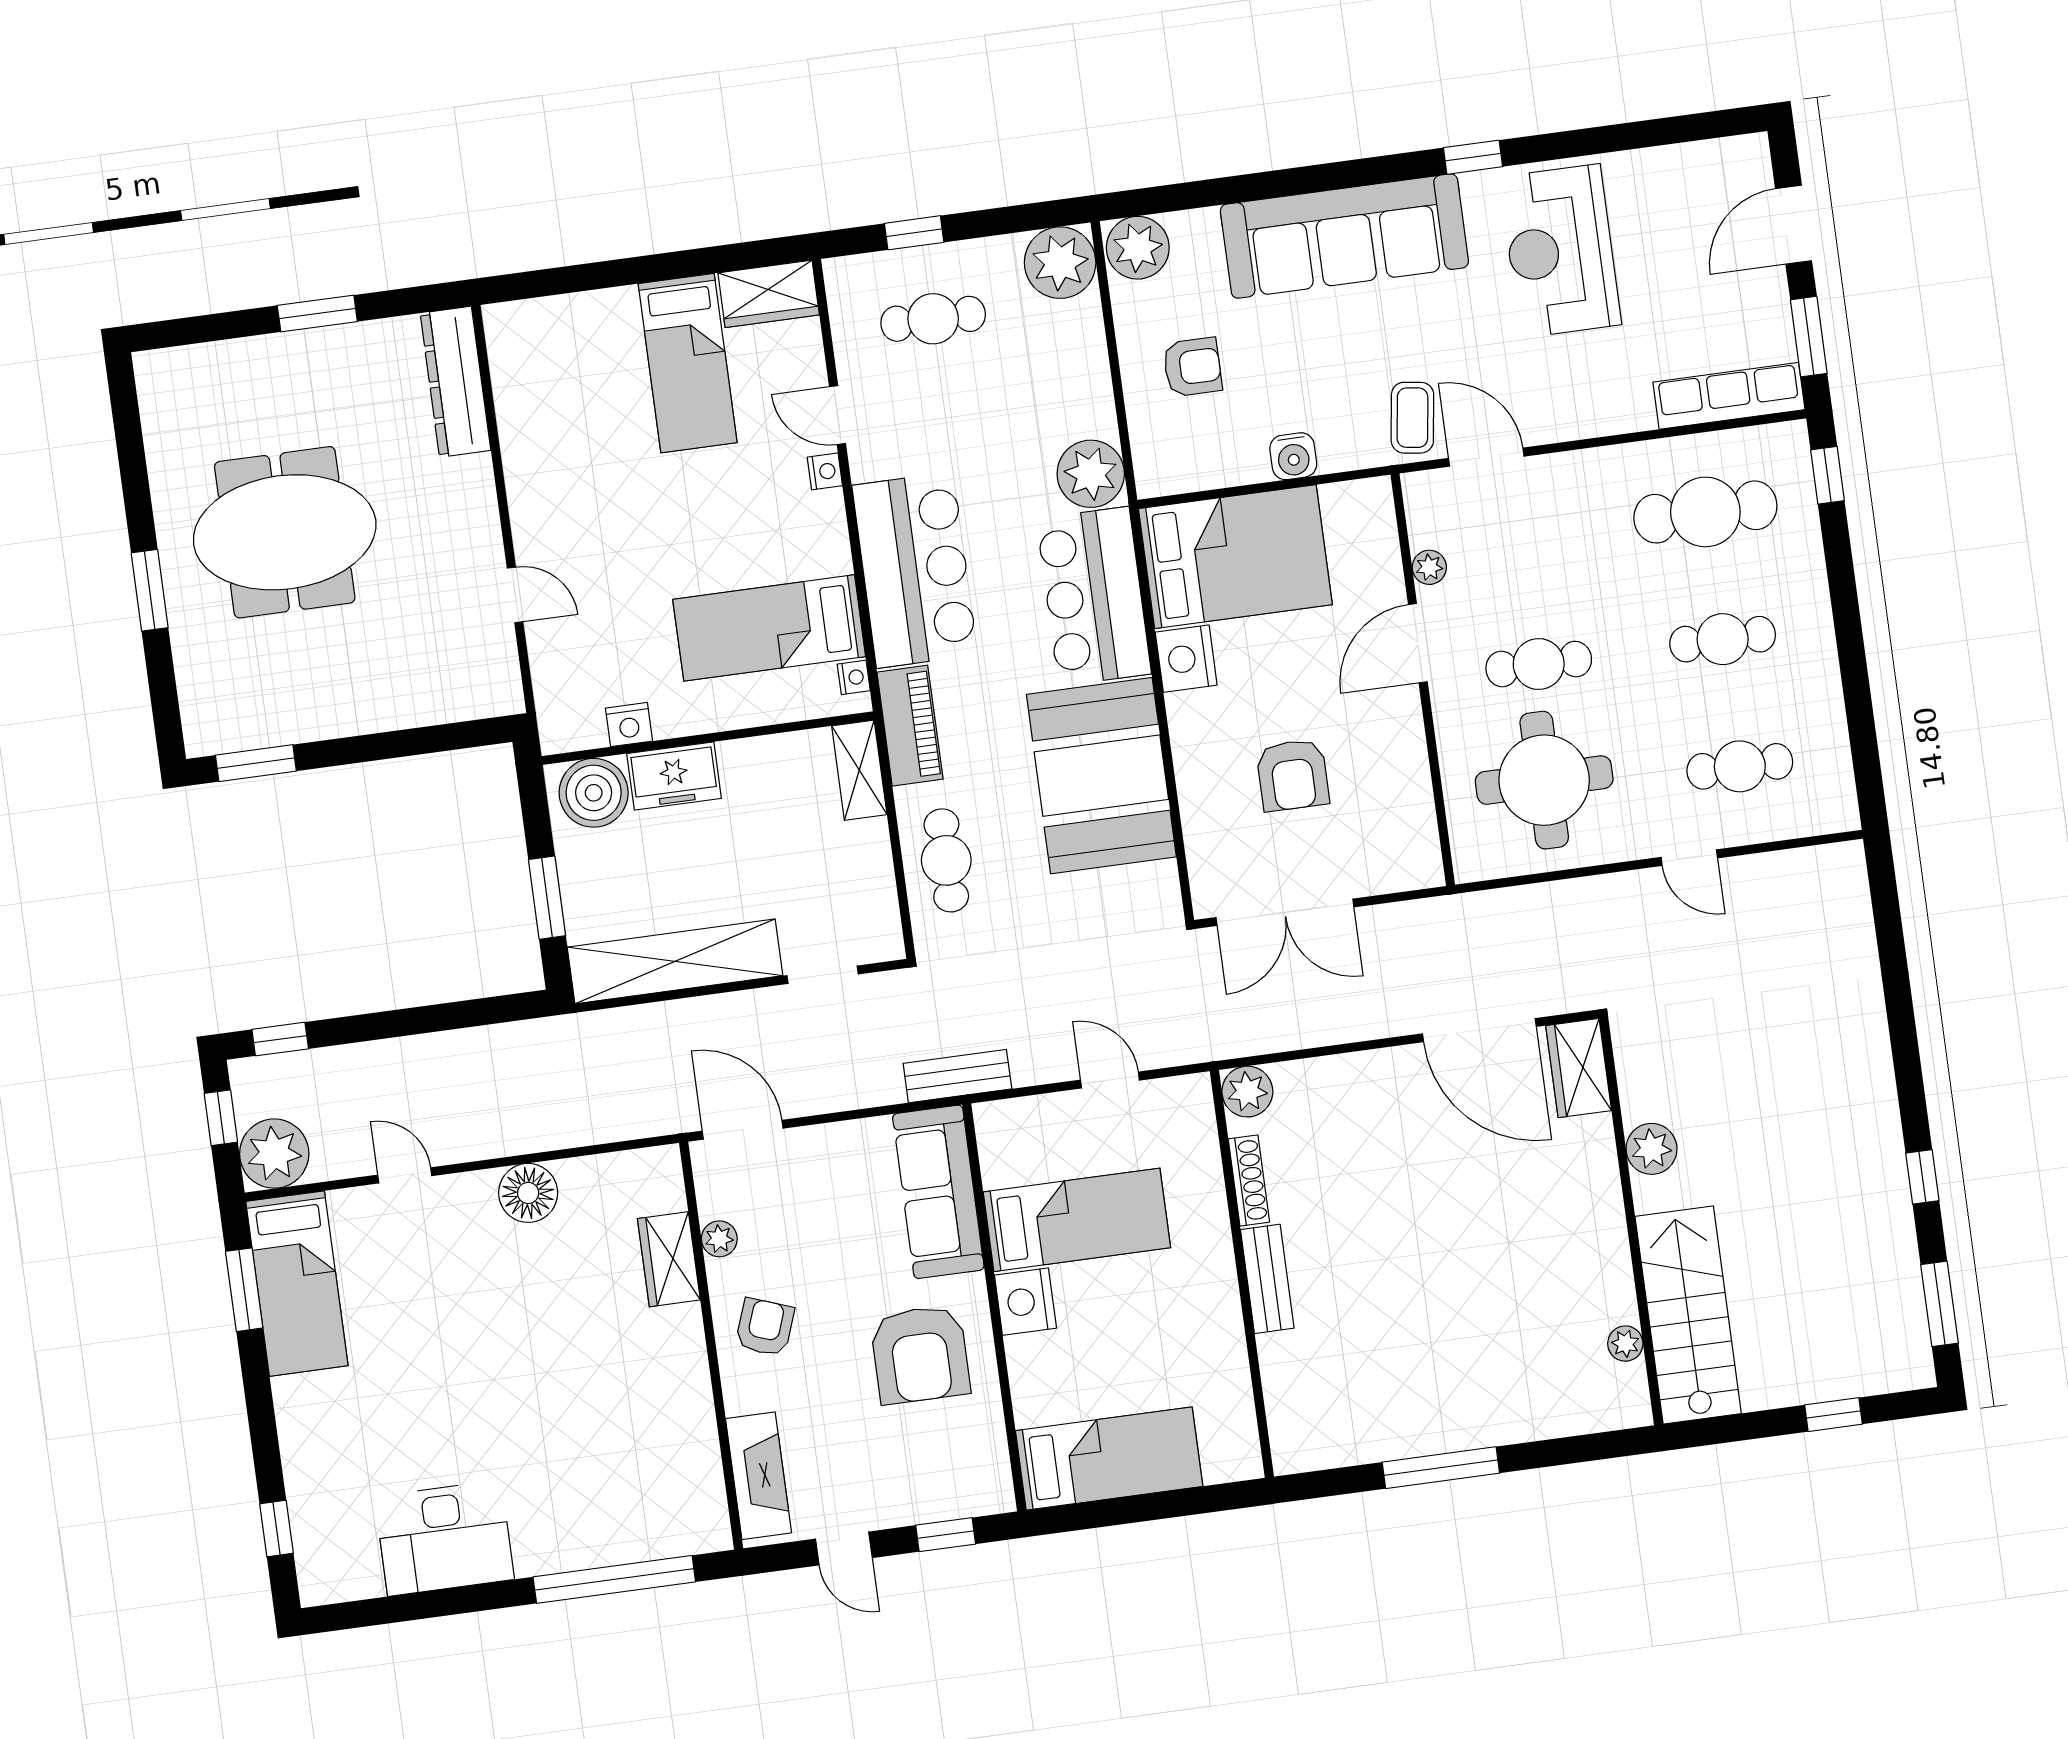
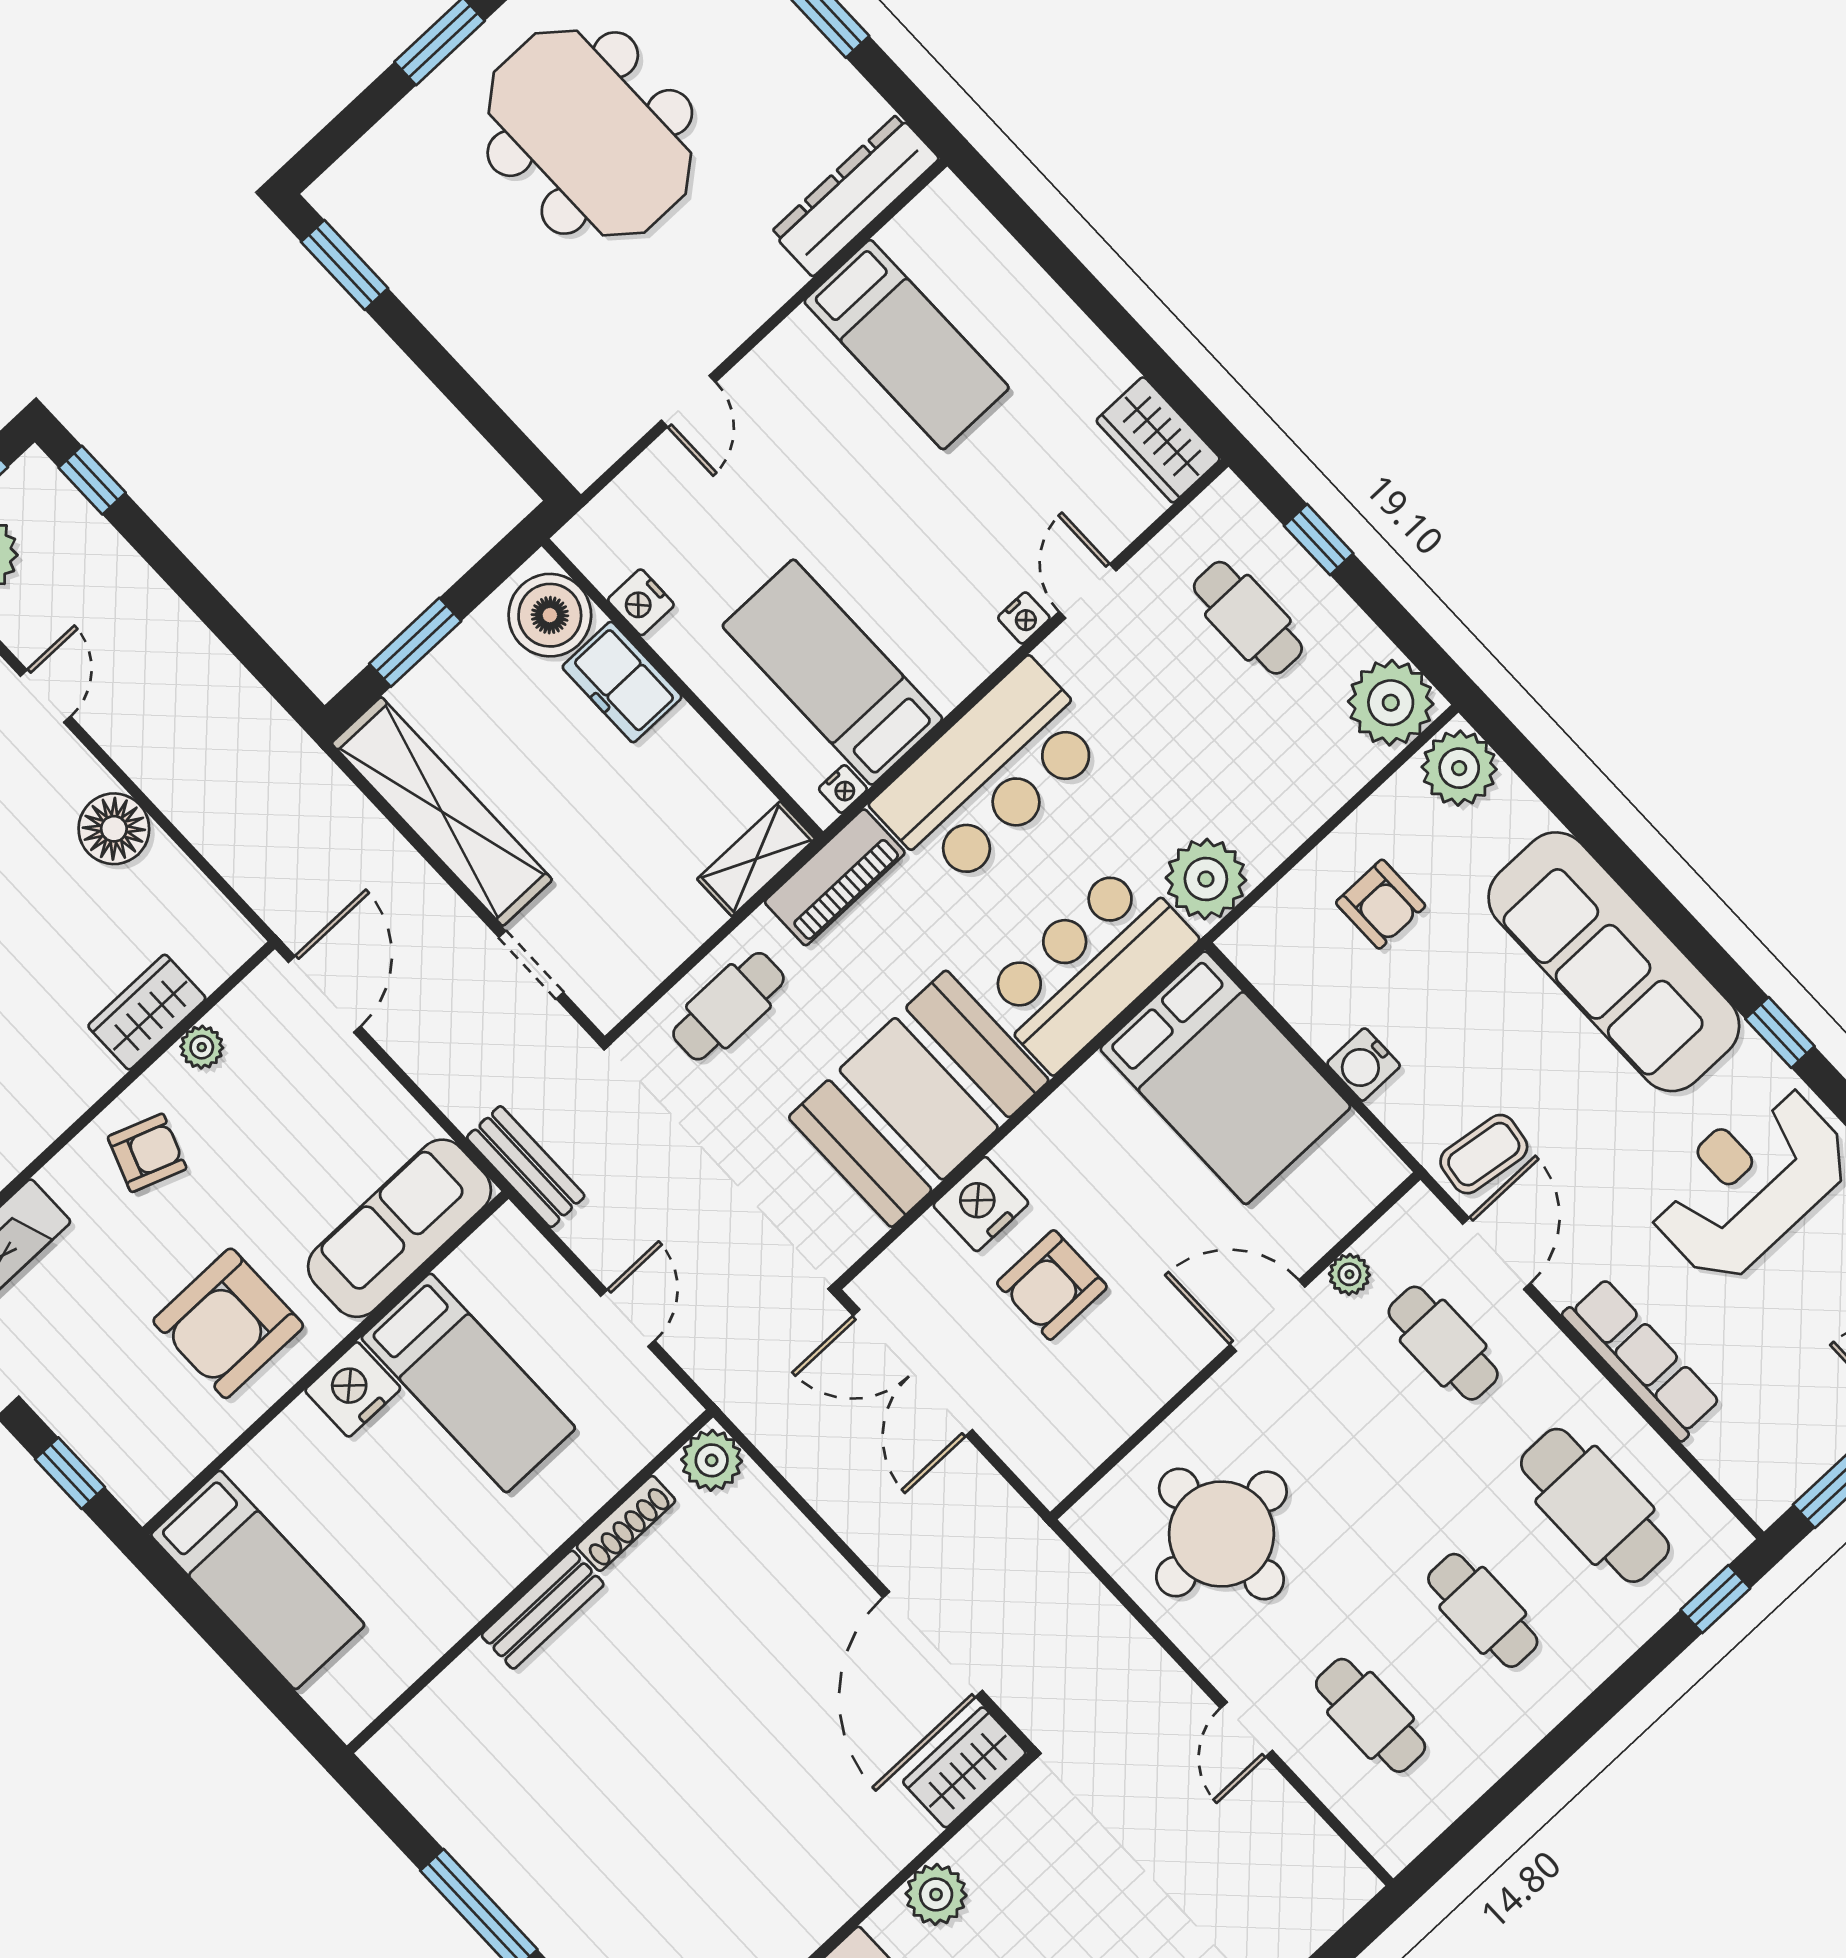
bed: (688, 363) -> (906, 345), moved, turned -90
row of seats: (1729, 396) -> (1642, 1359), moved
nightstand: (1186, 659) -> (981, 1204), moved
cafe table: (1539, 664) -> (1443, 1343), moved

